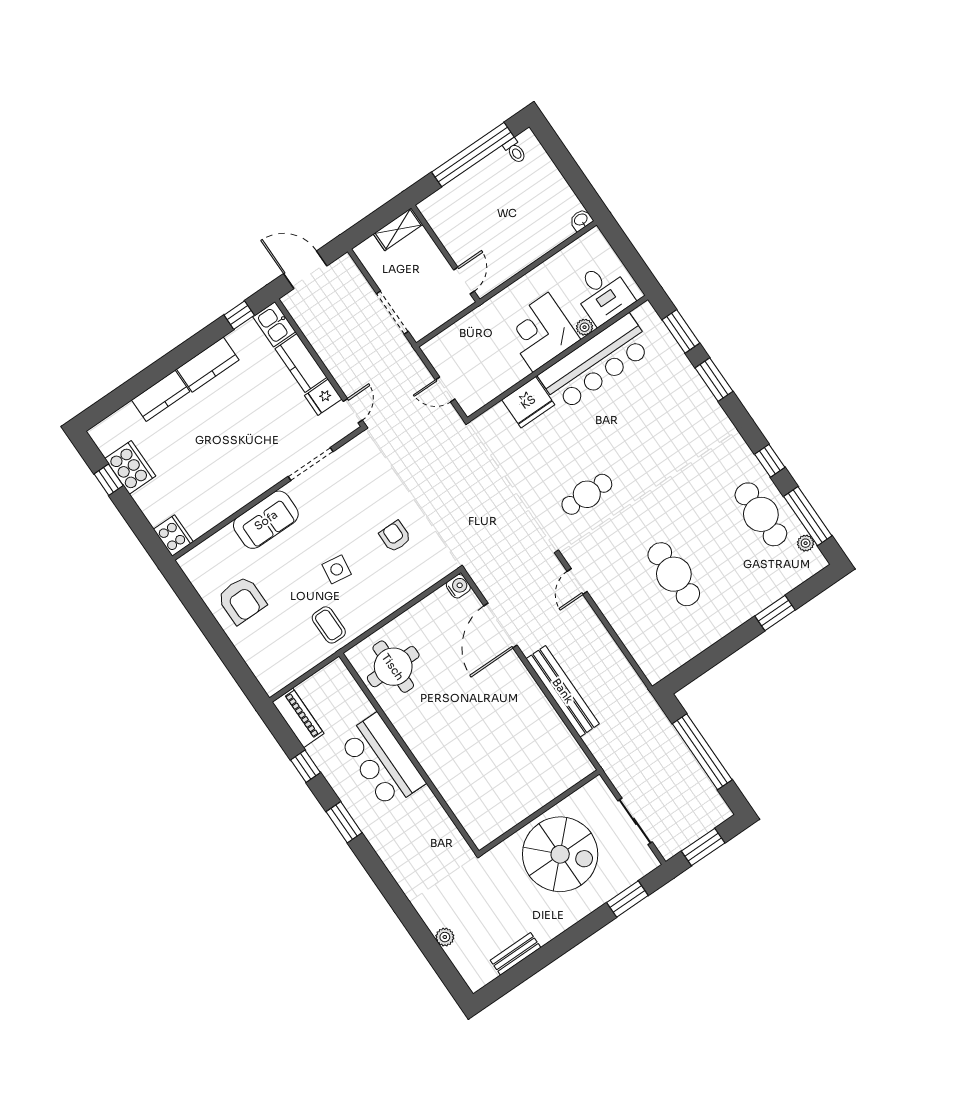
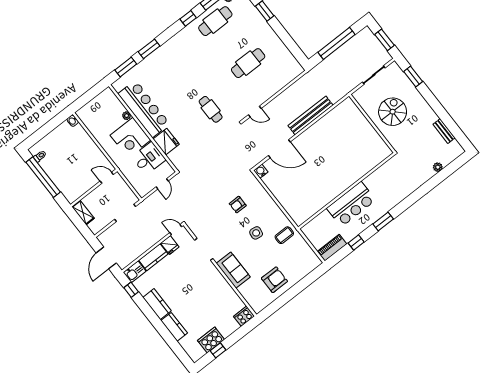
desk: (603, 294) -> (149, 158), moved
round table: (393, 667) -> (303, 201), removed
spiral stairs: (560, 854) -> (393, 112), width x0.73, depth x0.73

